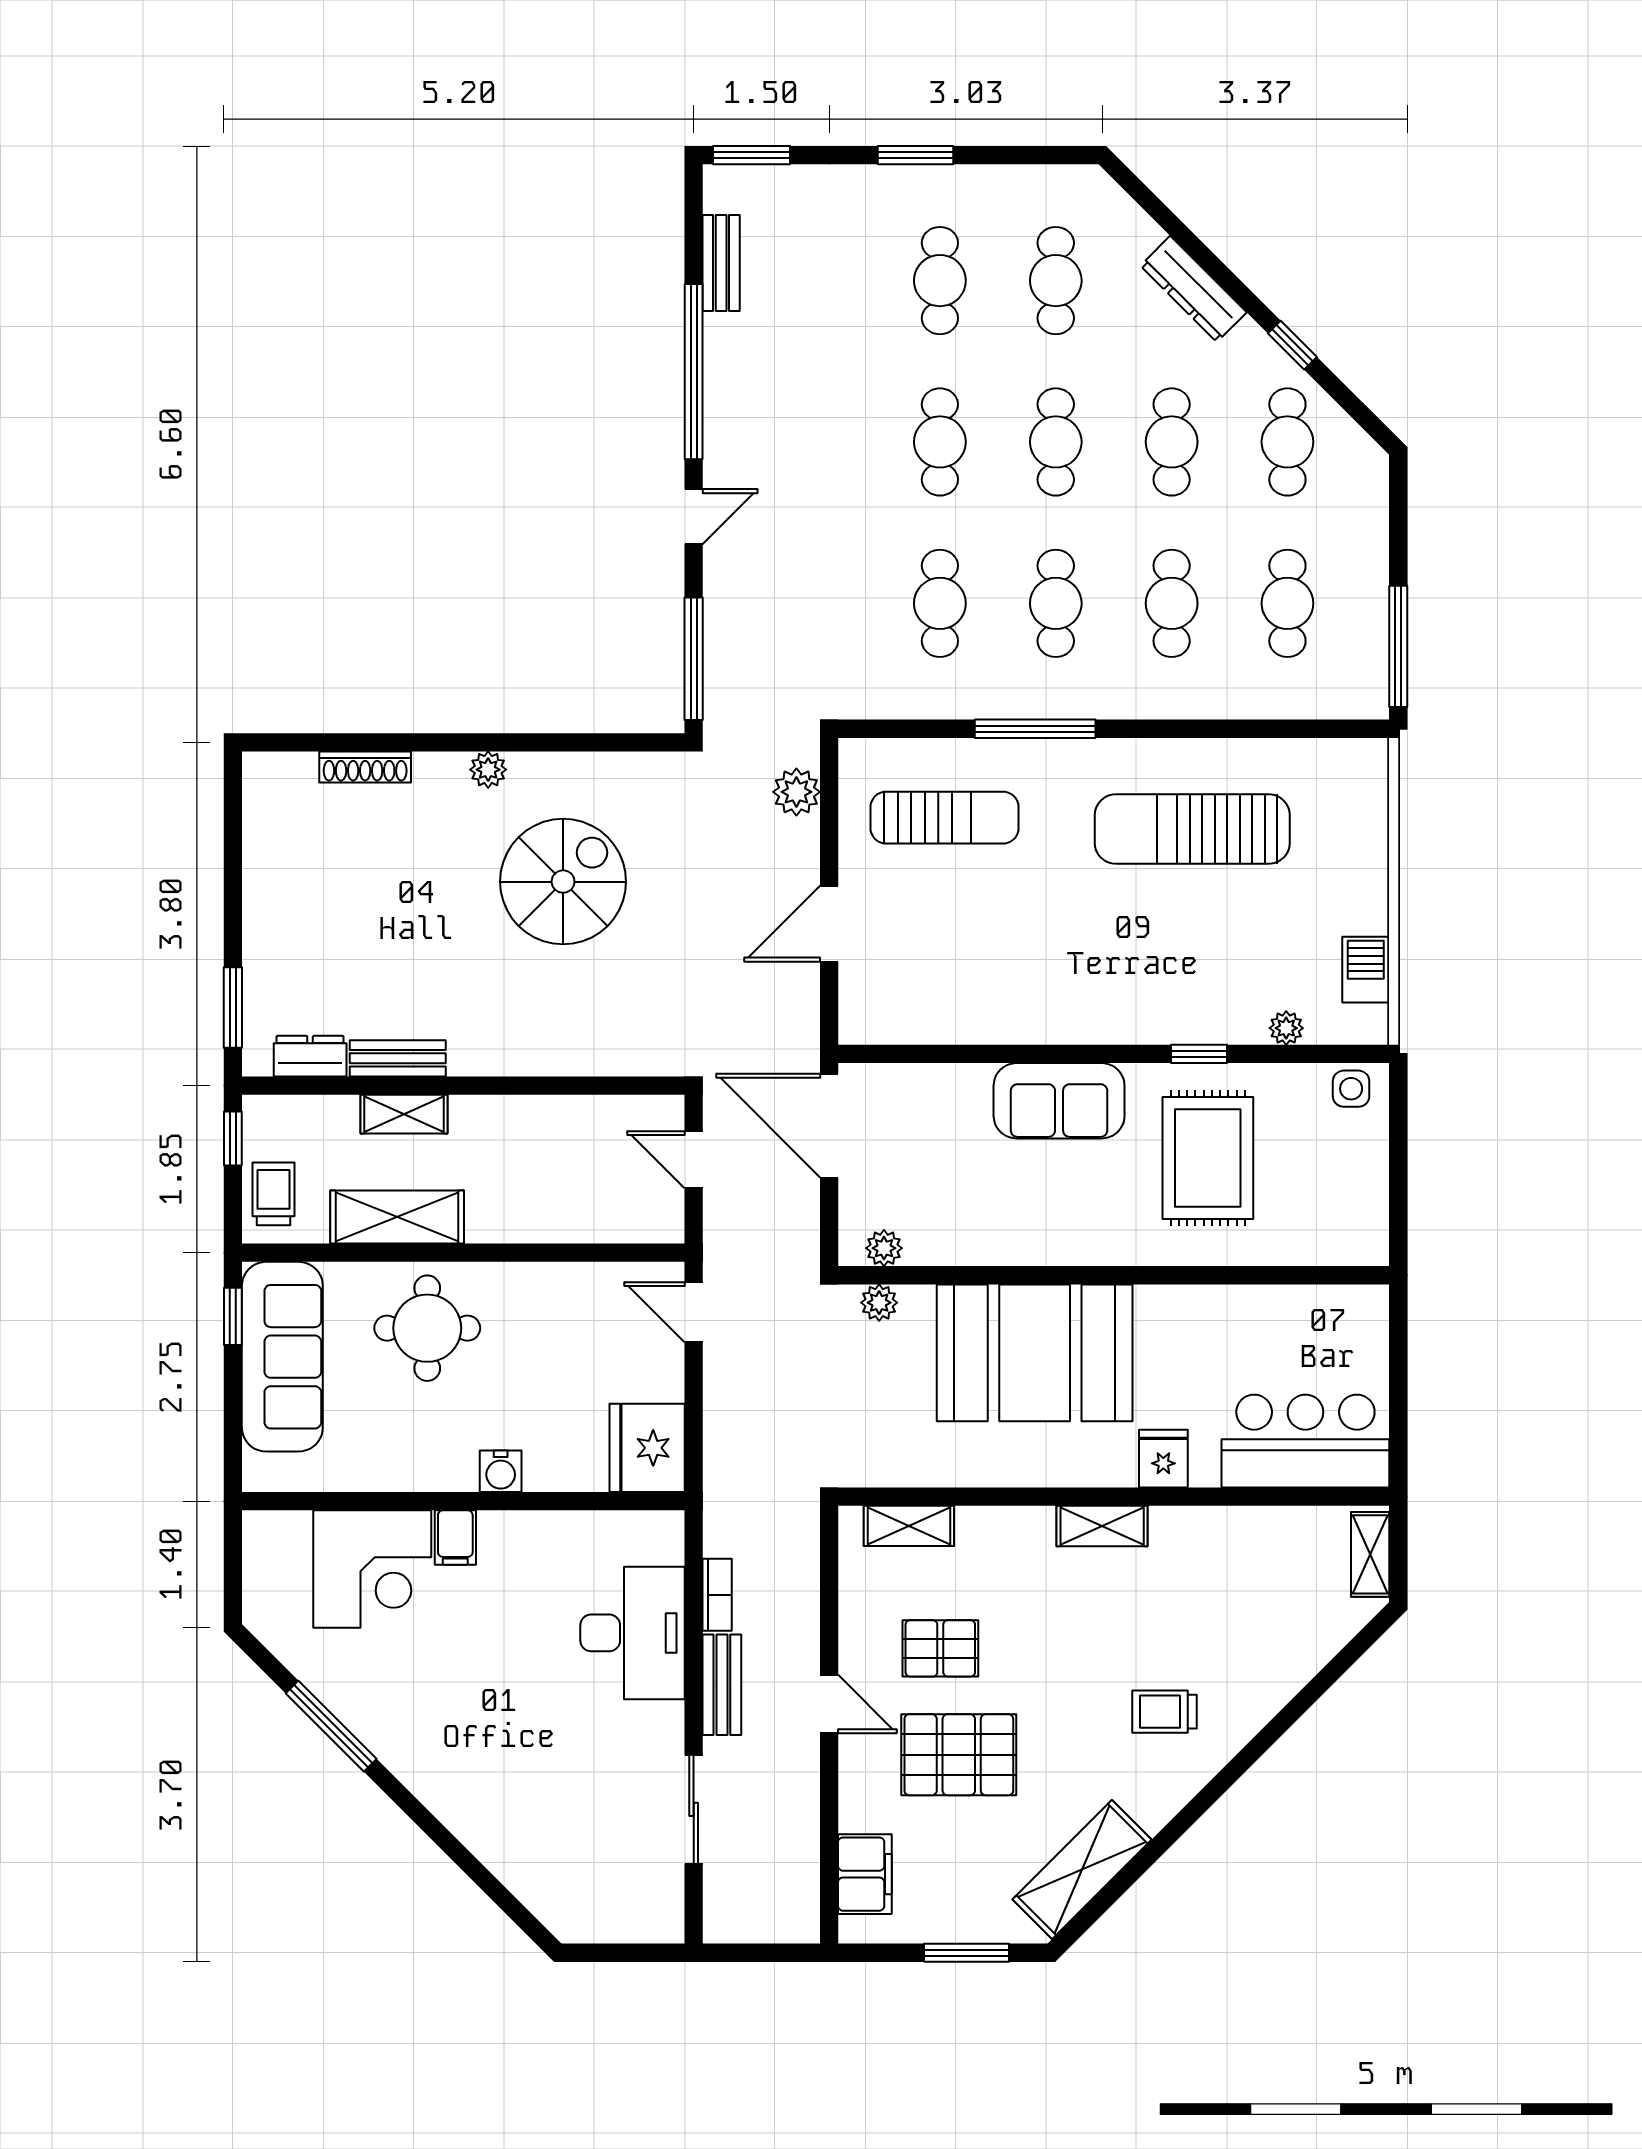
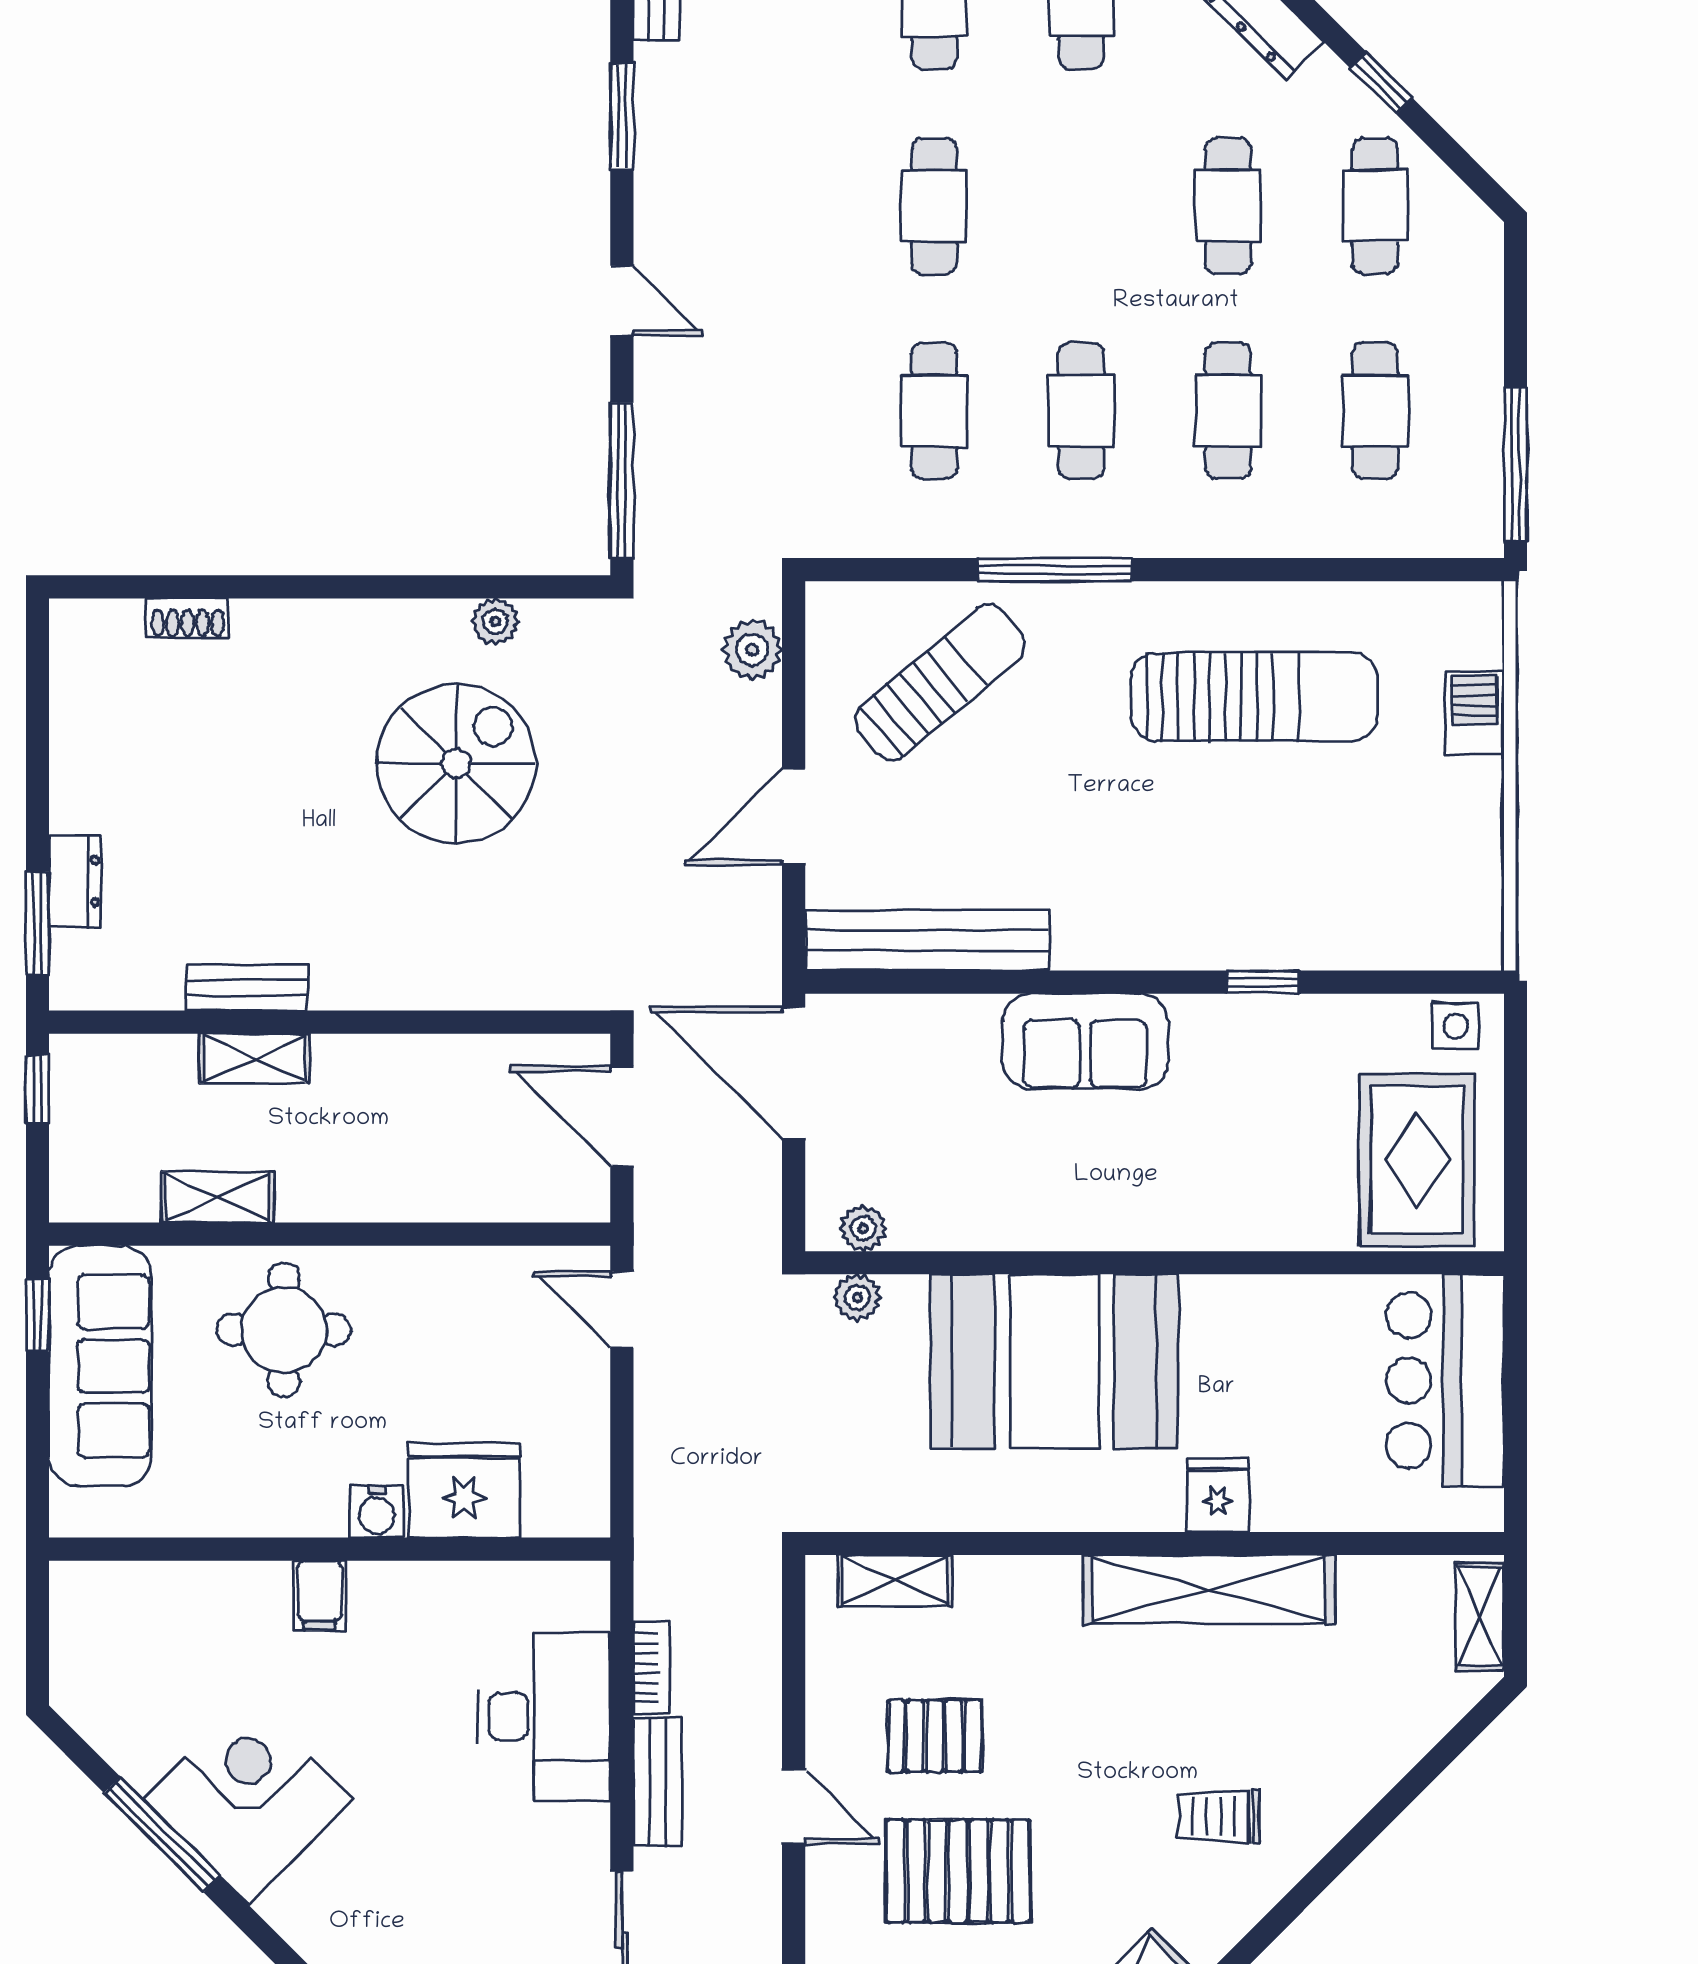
window: (694, 372) -> (622, 117), width x0.47
cafe table: (1056, 442) -> (1081, 206), removed
door: (694, 517) -> (622, 301), hinge flipped
shoe rack: (365, 767) -> (188, 618), width x0.70
plant: (488, 770) -> (495, 621), moved
sun lounger: (945, 818) -> (940, 682), turned -40
sun lounger: (1192, 829) -> (1254, 697), turned 180
barbecue: (1366, 970) -> (1474, 713), moved
bench: (934, 1021) -> (927, 940), added
plant: (1286, 1028) -> (1373, 949), removed
dresser: (310, 1056) -> (75, 881), moved, turned 90
rug: (1208, 1158) -> (1417, 1160), moved
door: (694, 1160) -> (622, 1116), width x1.38
trolley: (274, 1194) -> (89, 1159), removed
shelving: (397, 1217) -> (217, 1197), width x0.67, depth x0.75
bar counter: (1305, 1441) -> (1445, 1380), moved, turned -90
fridge: (647, 1448) -> (464, 1490), moved, turned 90
shelving: (1102, 1526) -> (1209, 1589), width x2.20, depth x1.33
corner desk: (372, 1569) -> (248, 1799), moved, turned -135

